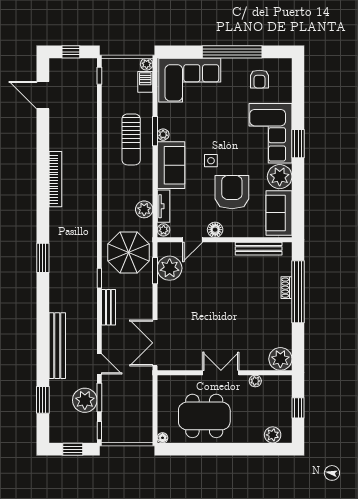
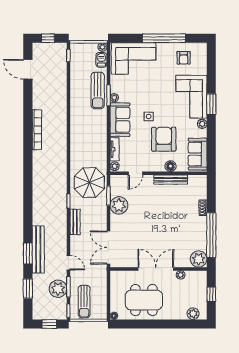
sun lounger: (131, 139) -> (98, 90), moved
plant: (280, 177) -> (202, 124), width x0.53, depth x0.53
plant: (144, 209) -> (101, 152), removed
floor lamp: (215, 230) -> (170, 166), moved
bench: (259, 249) -> (171, 180), moved
window: (43, 258) -> (28, 253), moved
plant: (170, 268) -> (119, 205), moved
window: (298, 292) -> (211, 235), moved
double door: (221, 373) -> (156, 269), width x1.37
sun lounger: (121, 418) -> (84, 302), added

